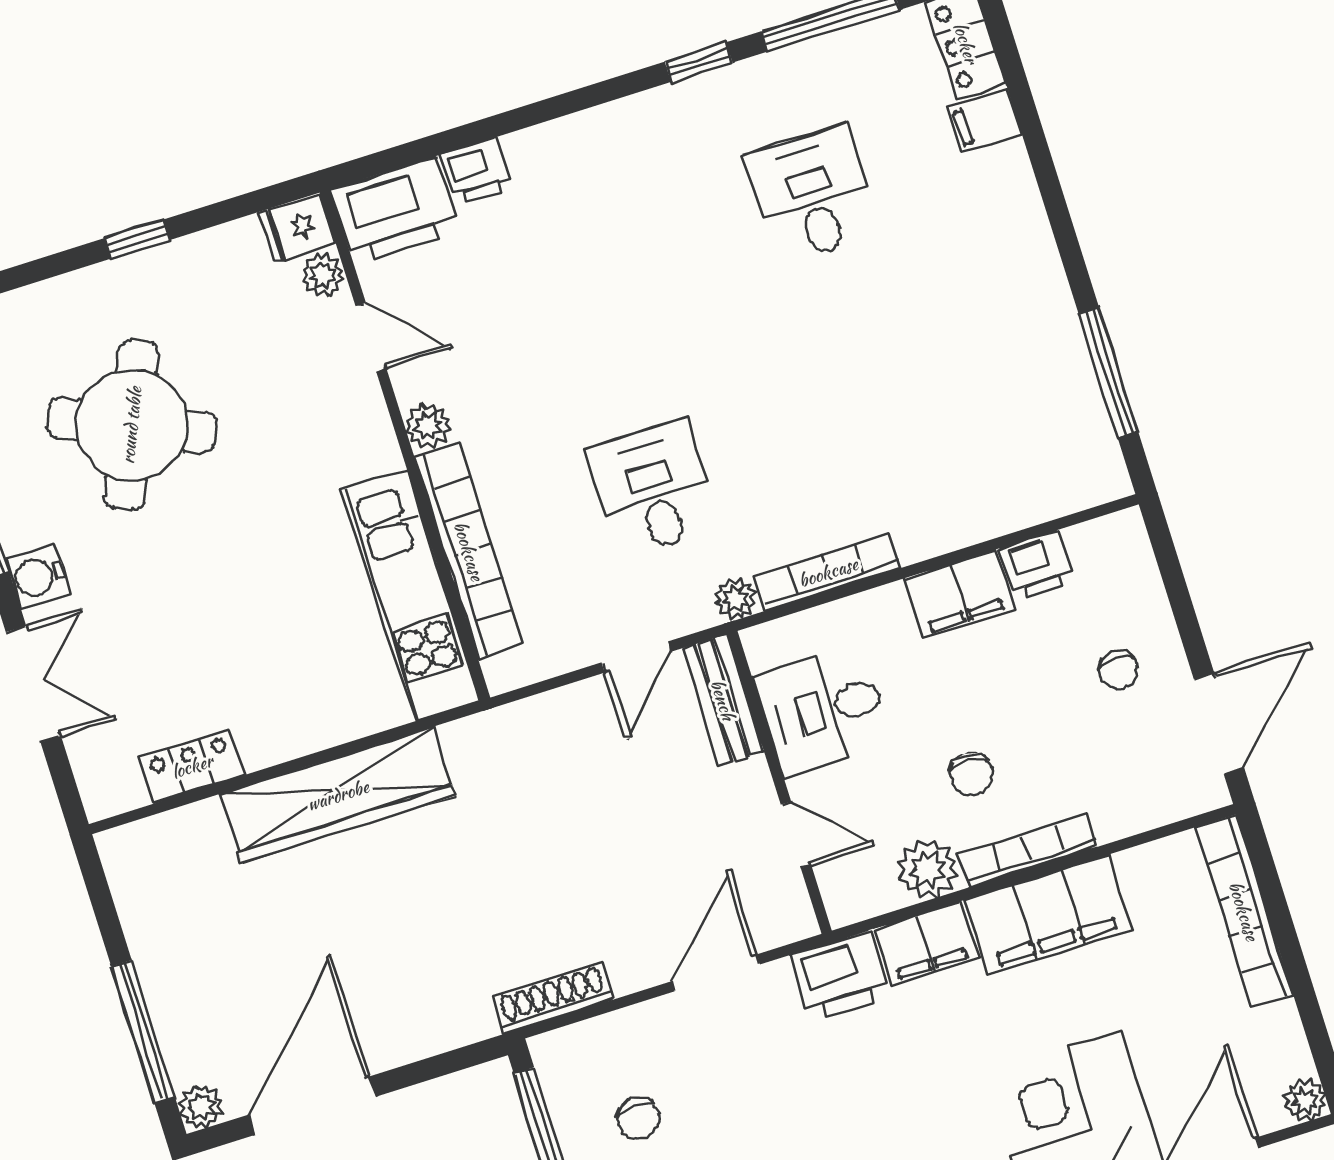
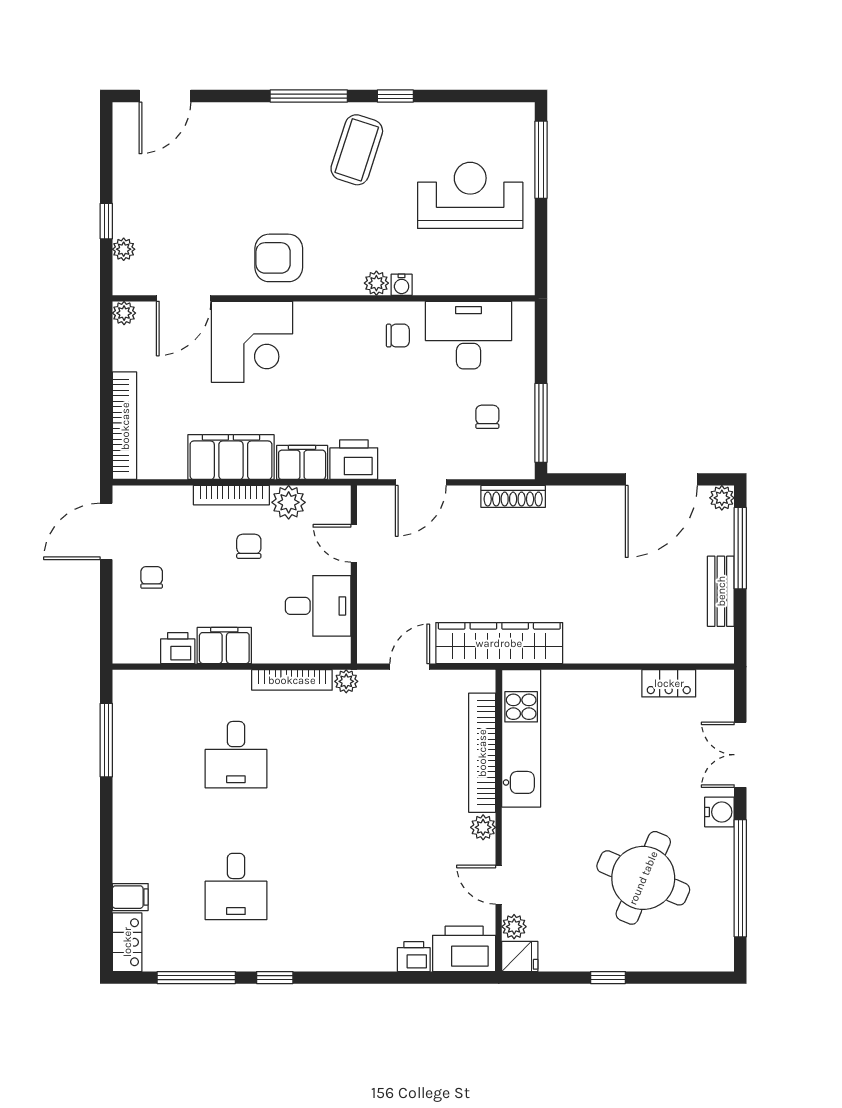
desk: (653, 489) -> (236, 755), moved
bench: (723, 700) -> (721, 591), moved
wardrobe: (338, 795) -> (499, 643), moved

